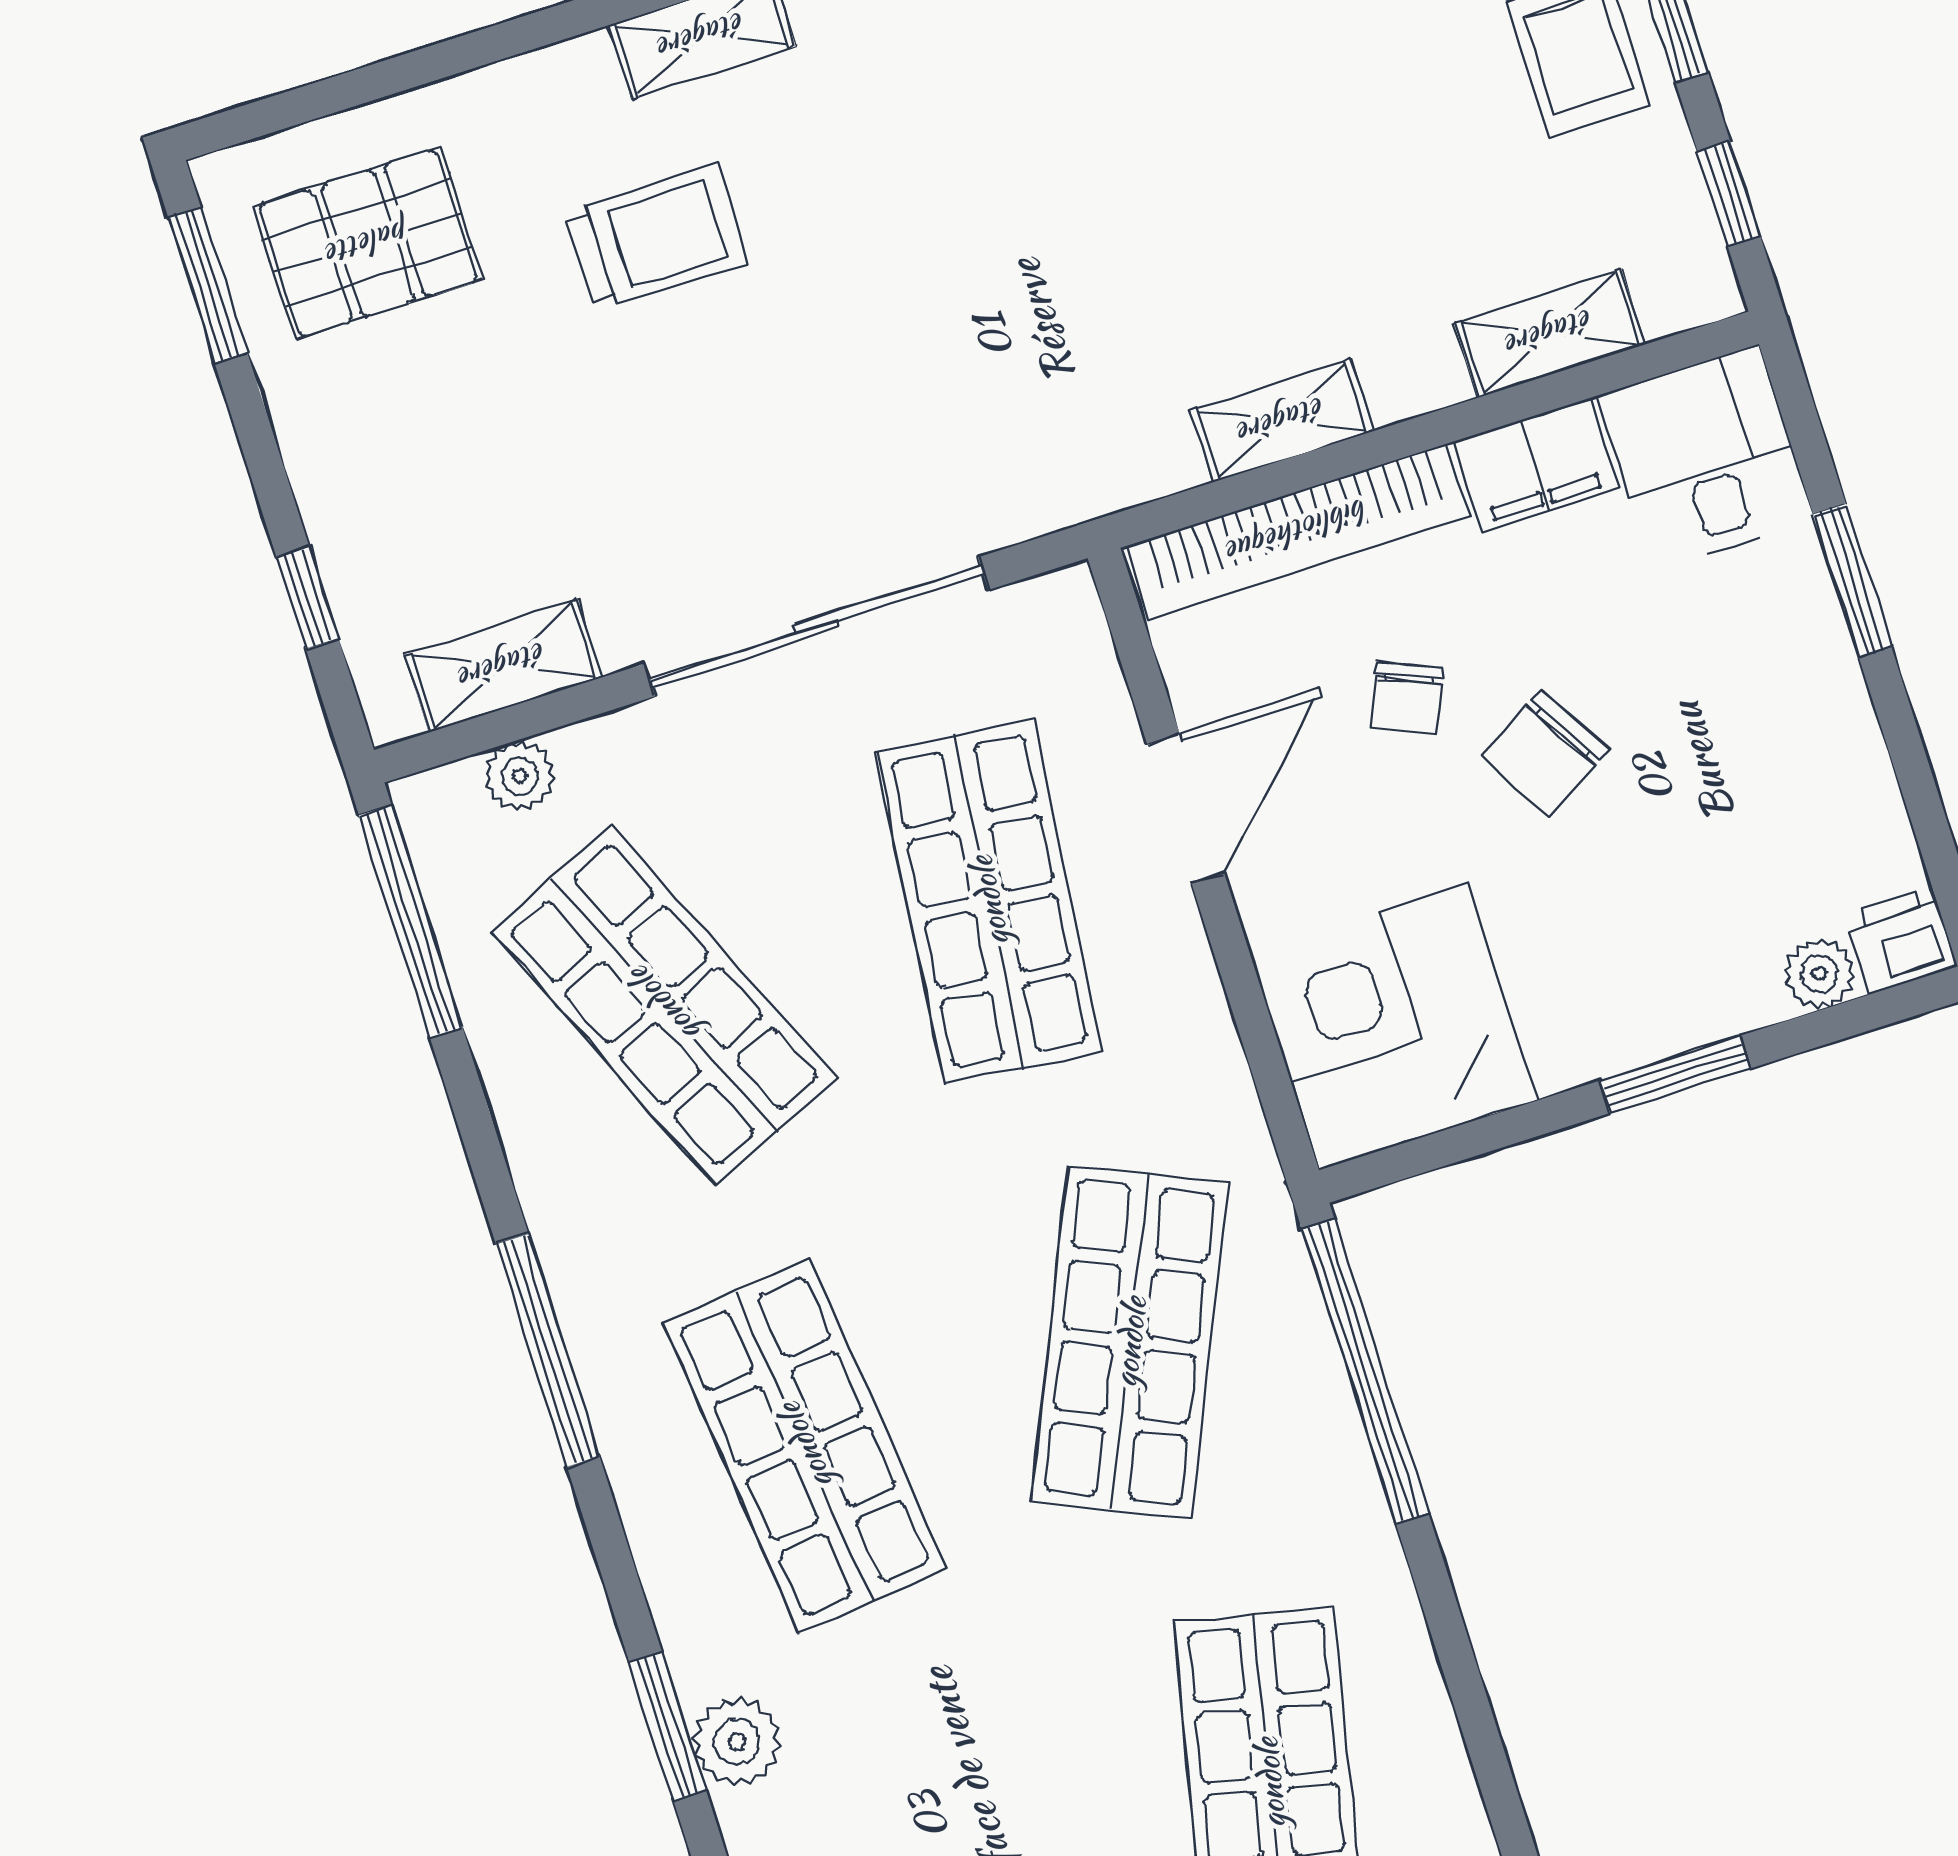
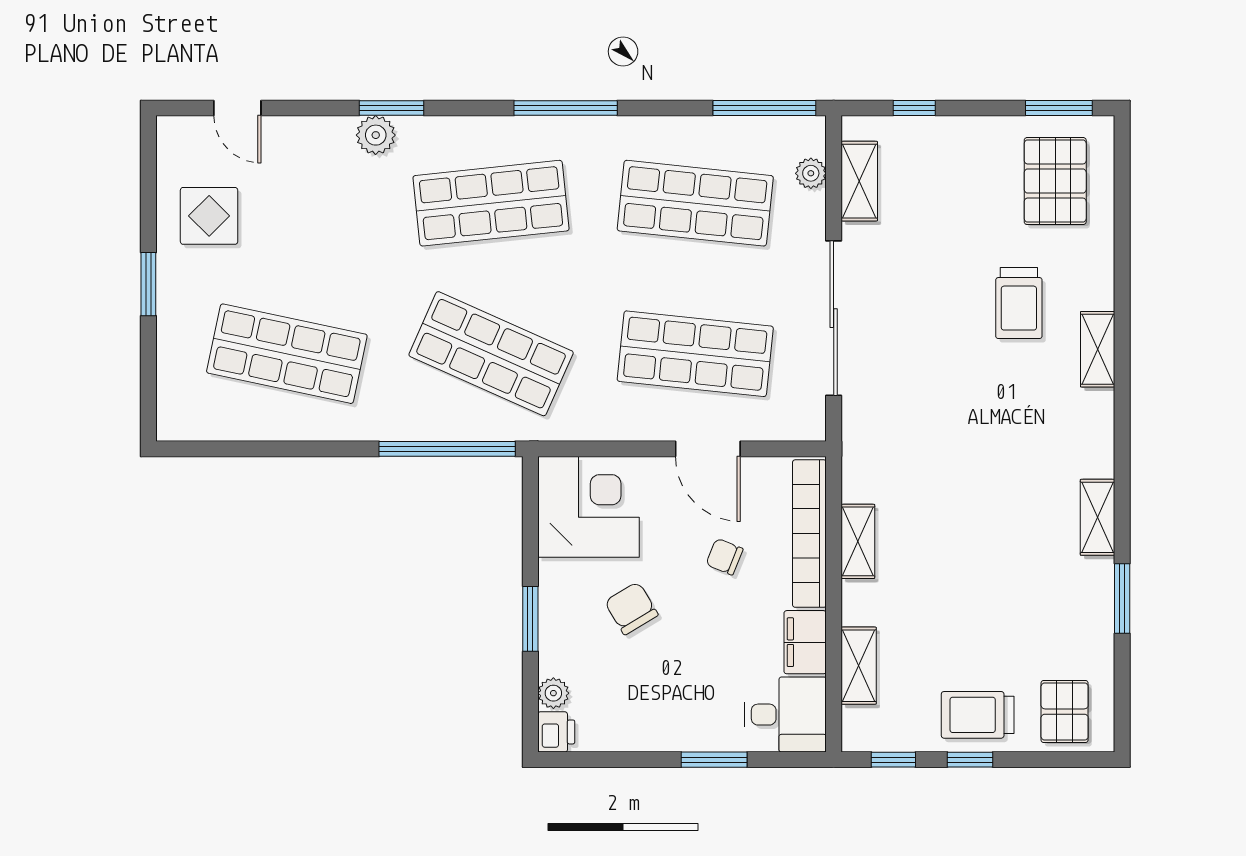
chair: (1545, 753) -> (631, 608), moved
shop shelf: (664, 1005) -> (695, 203), turned 30

